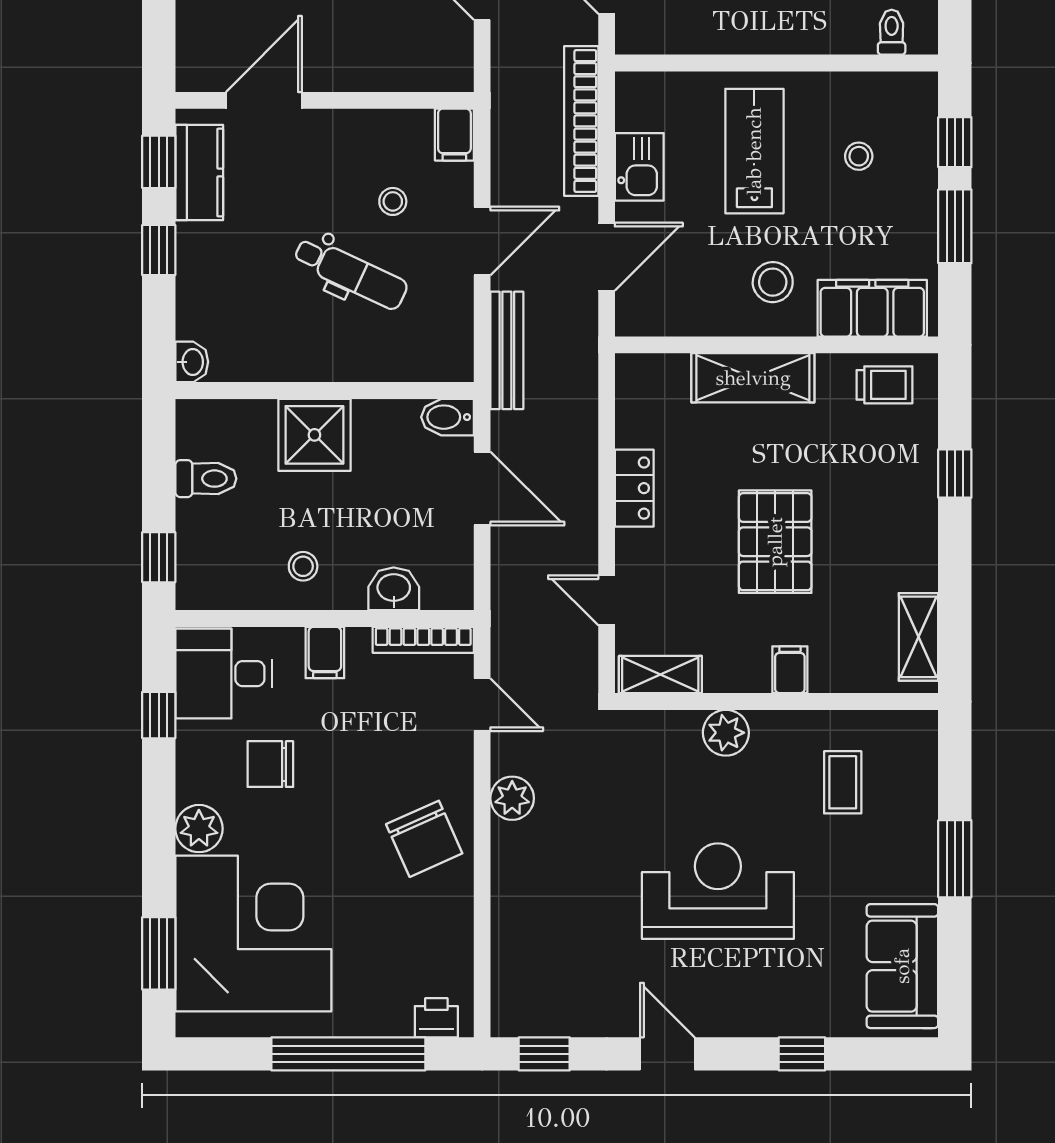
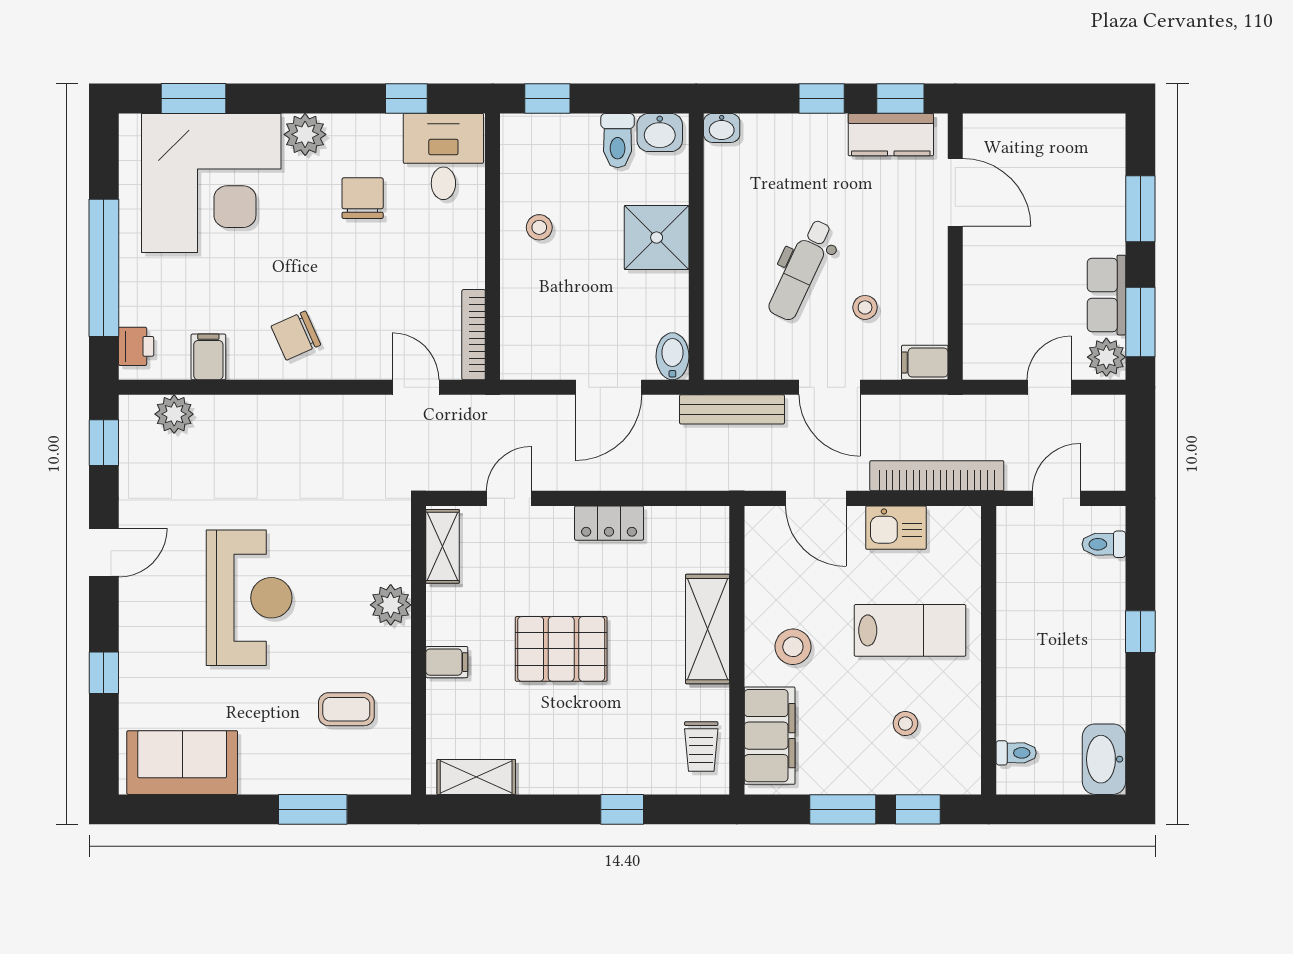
washbasin: (394, 589) -> (660, 132), moved, turned 90
filing cabinet: (325, 653) -> (208, 357), moved, turned 90
door: (482, 705) -> (416, 387), swing flipped
plant: (512, 798) -> (174, 414), moved
chair: (424, 839) -> (296, 336), width x0.73, depth x0.73
window: (955, 859) -> (313, 809), moved

